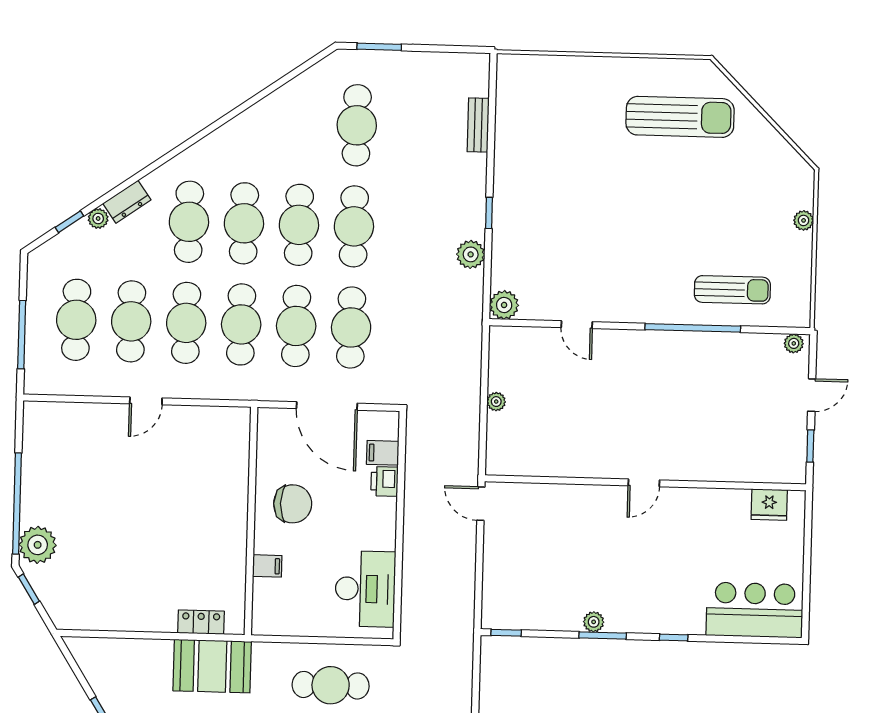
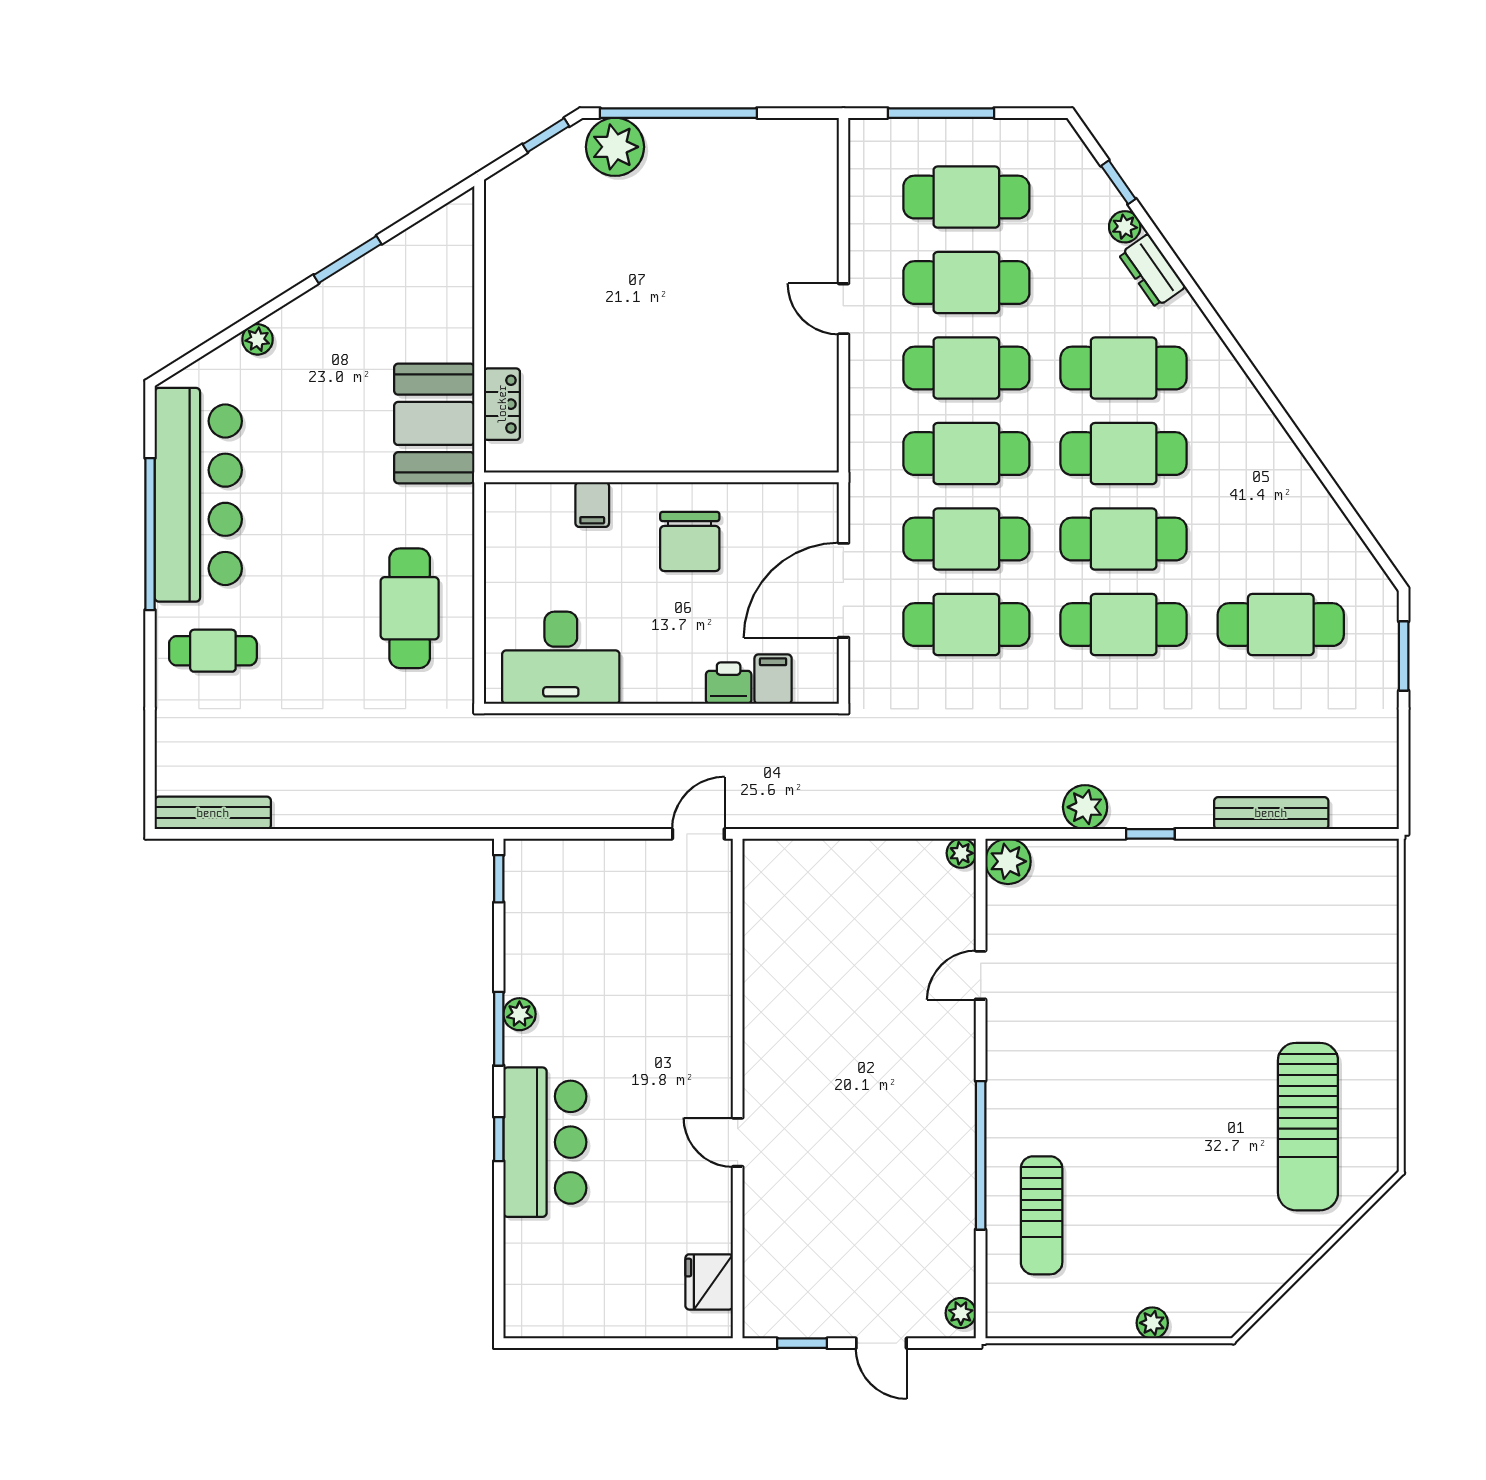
bench: (478, 125) -> (1271, 813), width x1.36
plant: (496, 402) -> (961, 853), moved
door: (644, 483) -> (738, 1142), moved
bar counter: (755, 610) -> (545, 1142), moved

